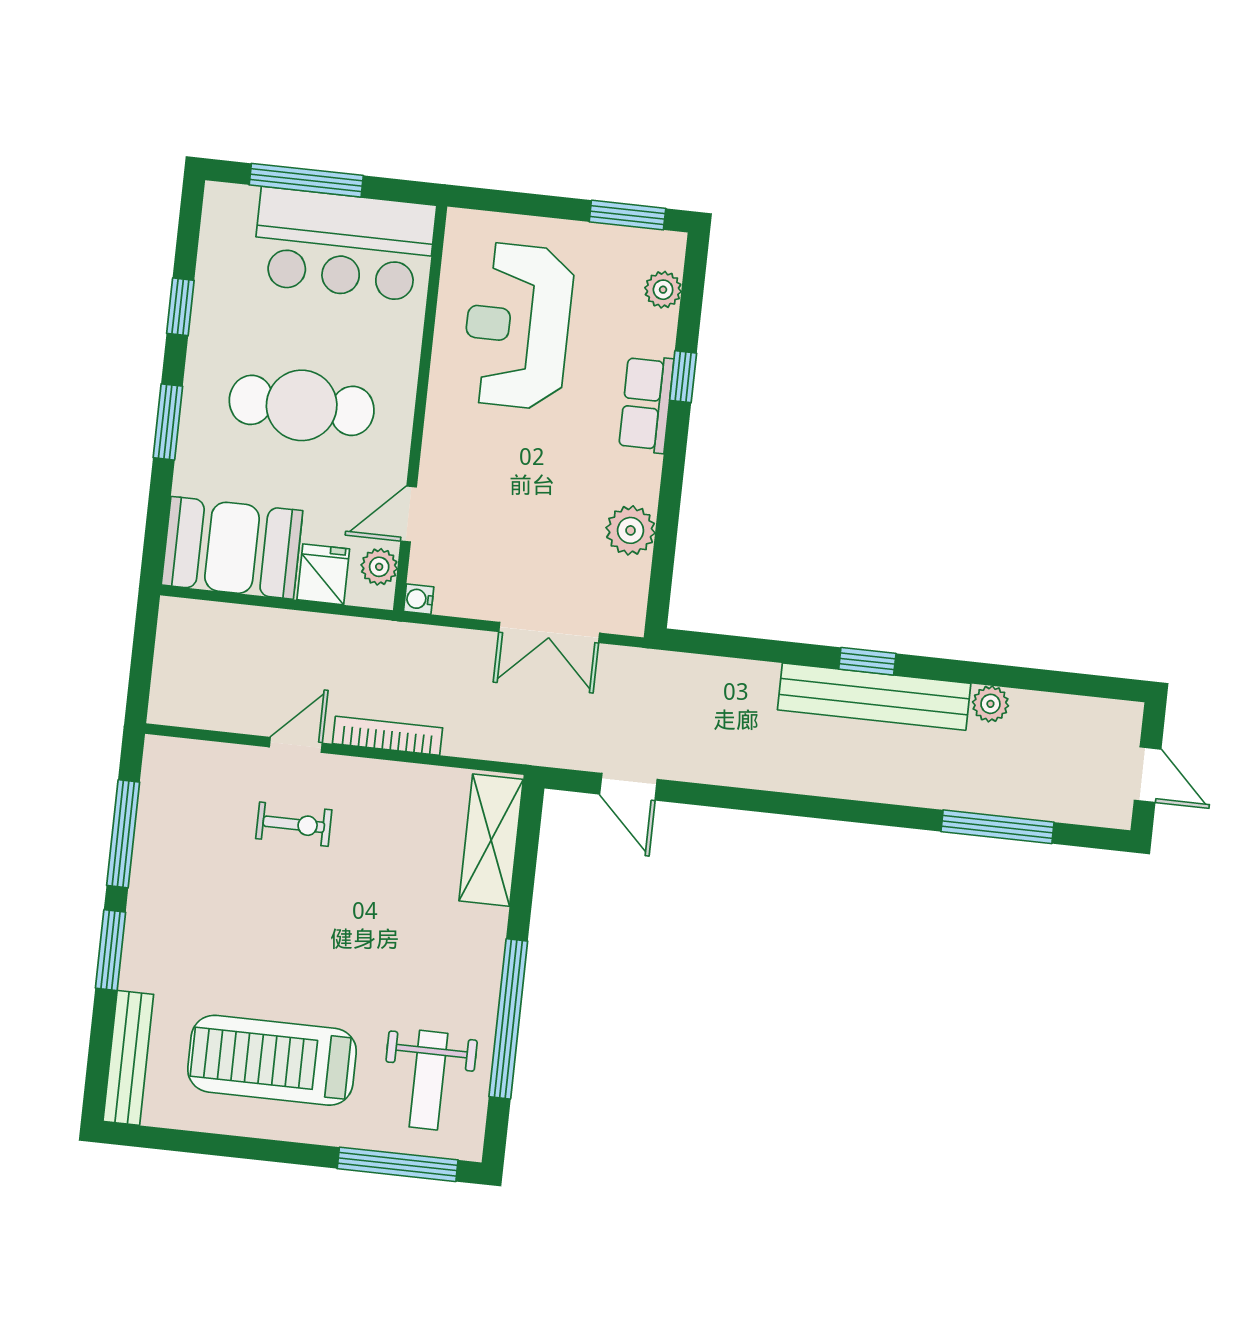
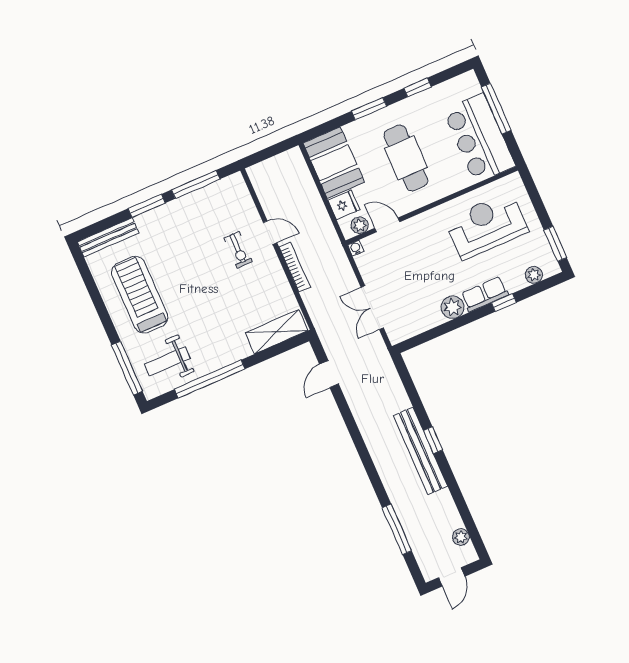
plant: (631, 530) -> (453, 307), moved
plant: (990, 704) -> (461, 537), moved

